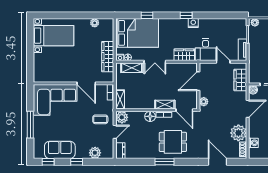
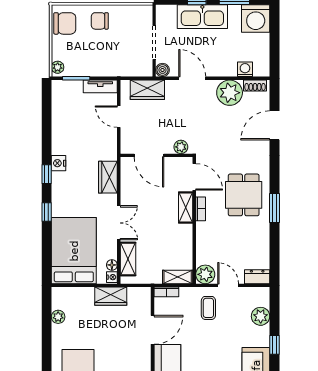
window: (147, 15) -> (47, 212), moved
desk: (206, 50) -> (100, 144), removed
wardrobe: (108, 57) -> (111, 296), width x0.67
door: (223, 62) -> (119, 117), hinge flipped
door: (184, 110) -> (194, 177), hinge flipped
floor lamp: (150, 116) -> (204, 230), removed

